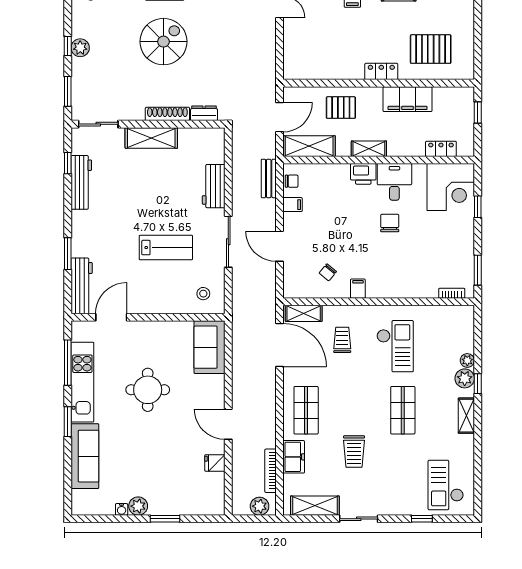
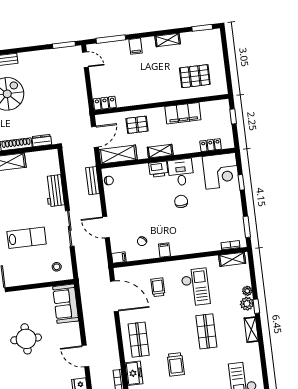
locker: (381, 71) -> (105, 103), moved
filing cabinet: (292, 205) -> (119, 257), moved
shelving: (304, 313) -> (232, 259), moved

